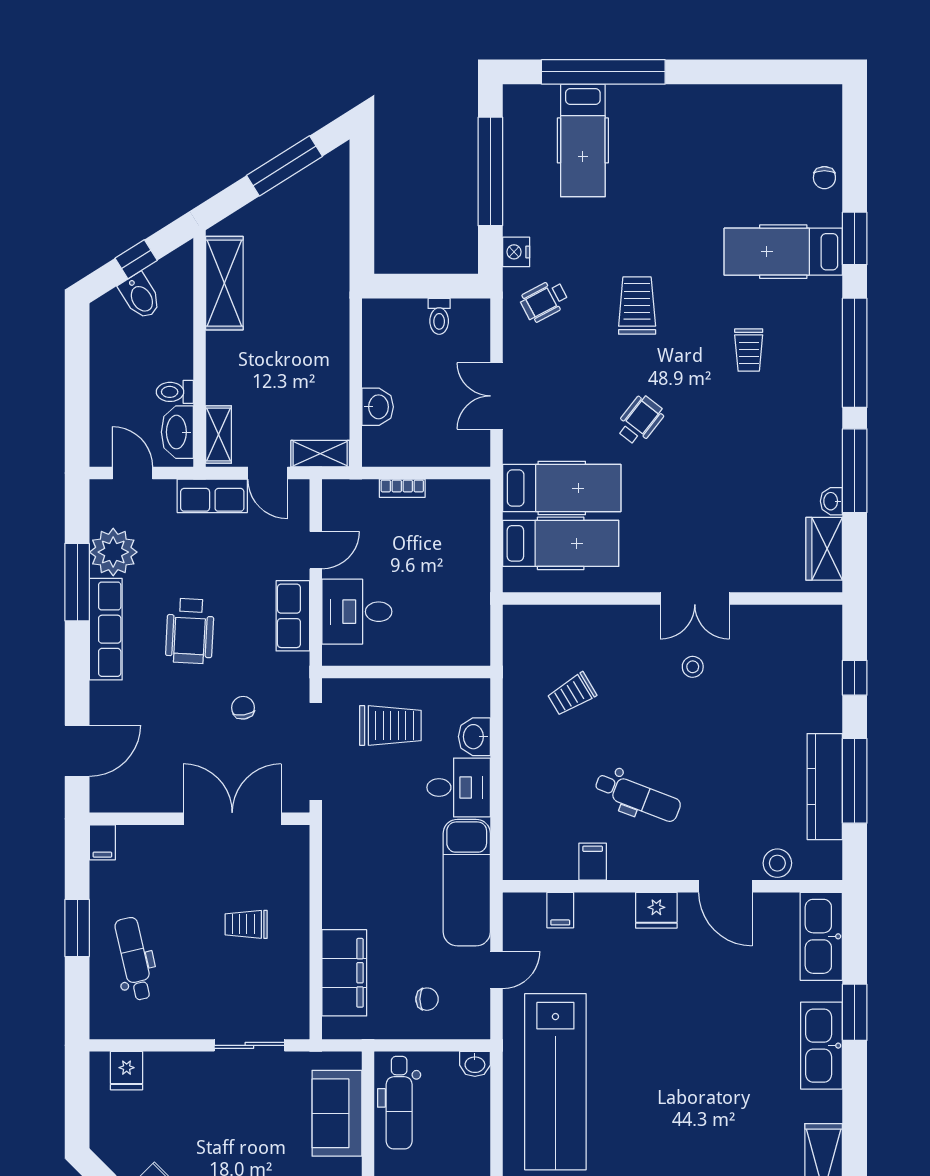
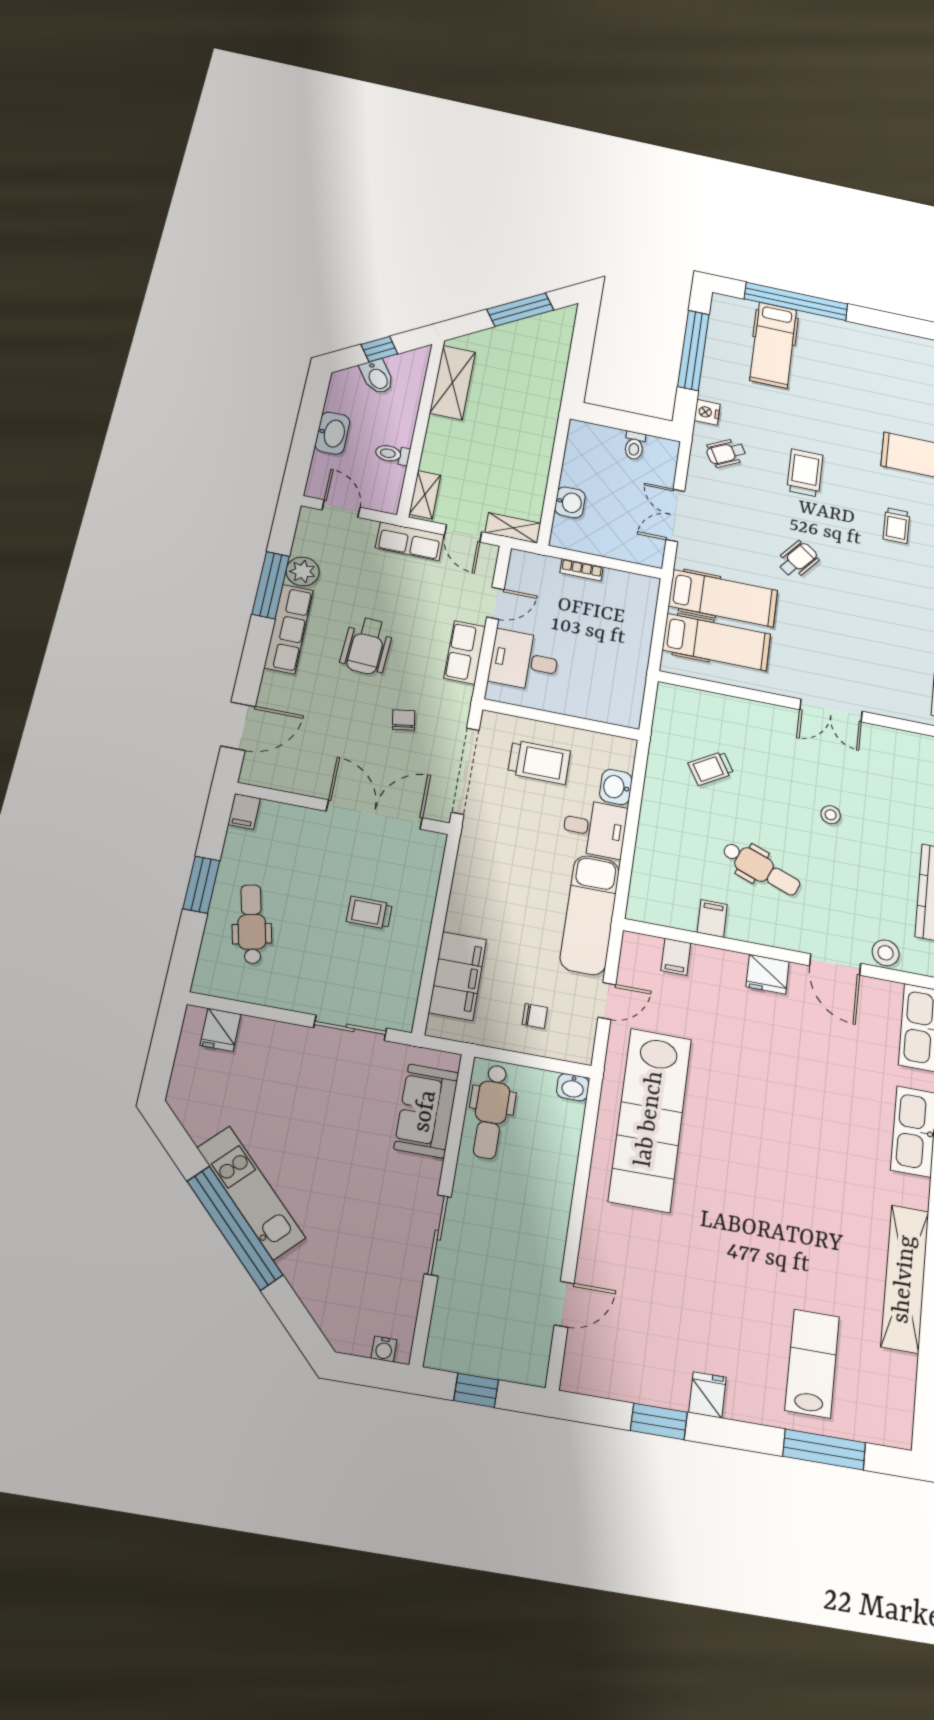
washbasin: (177, 432) -> (332, 433), moved, turned 180
plant: (113, 552) -> (303, 571), width x0.73, depth x0.73
stool: (693, 667) -> (831, 815), moved

